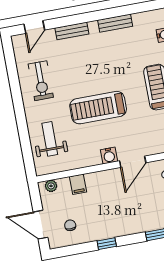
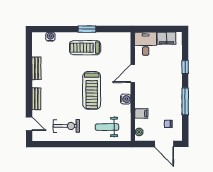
water cooler: (109, 156) -> (126, 99), moved
door: (133, 162) -> (133, 74), swing flipped
door: (40, 225) -> (164, 144), hinge flipped
window: (107, 244) -> (185, 101), width x2.17

